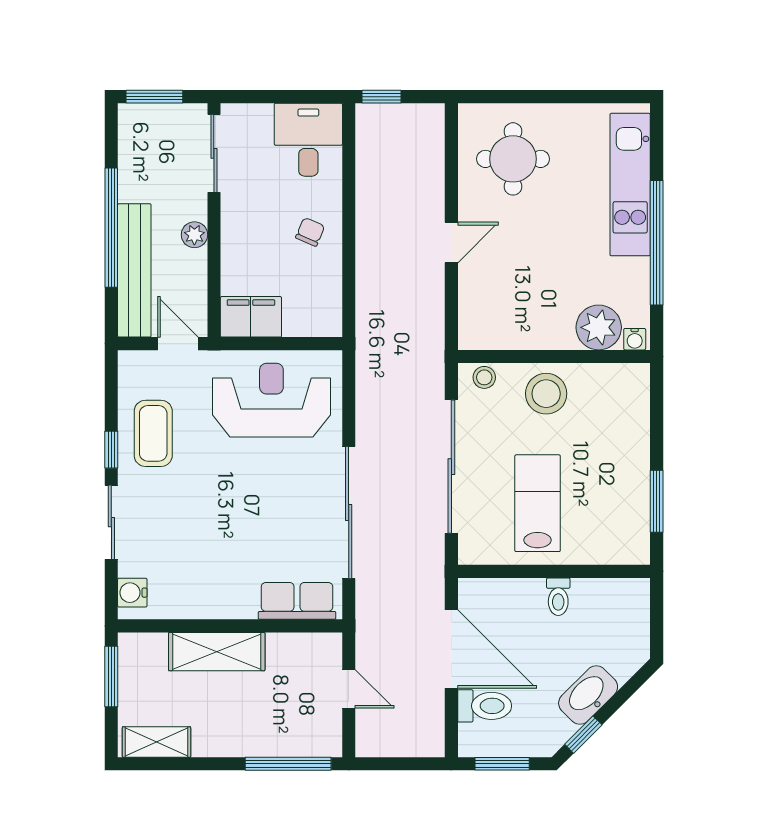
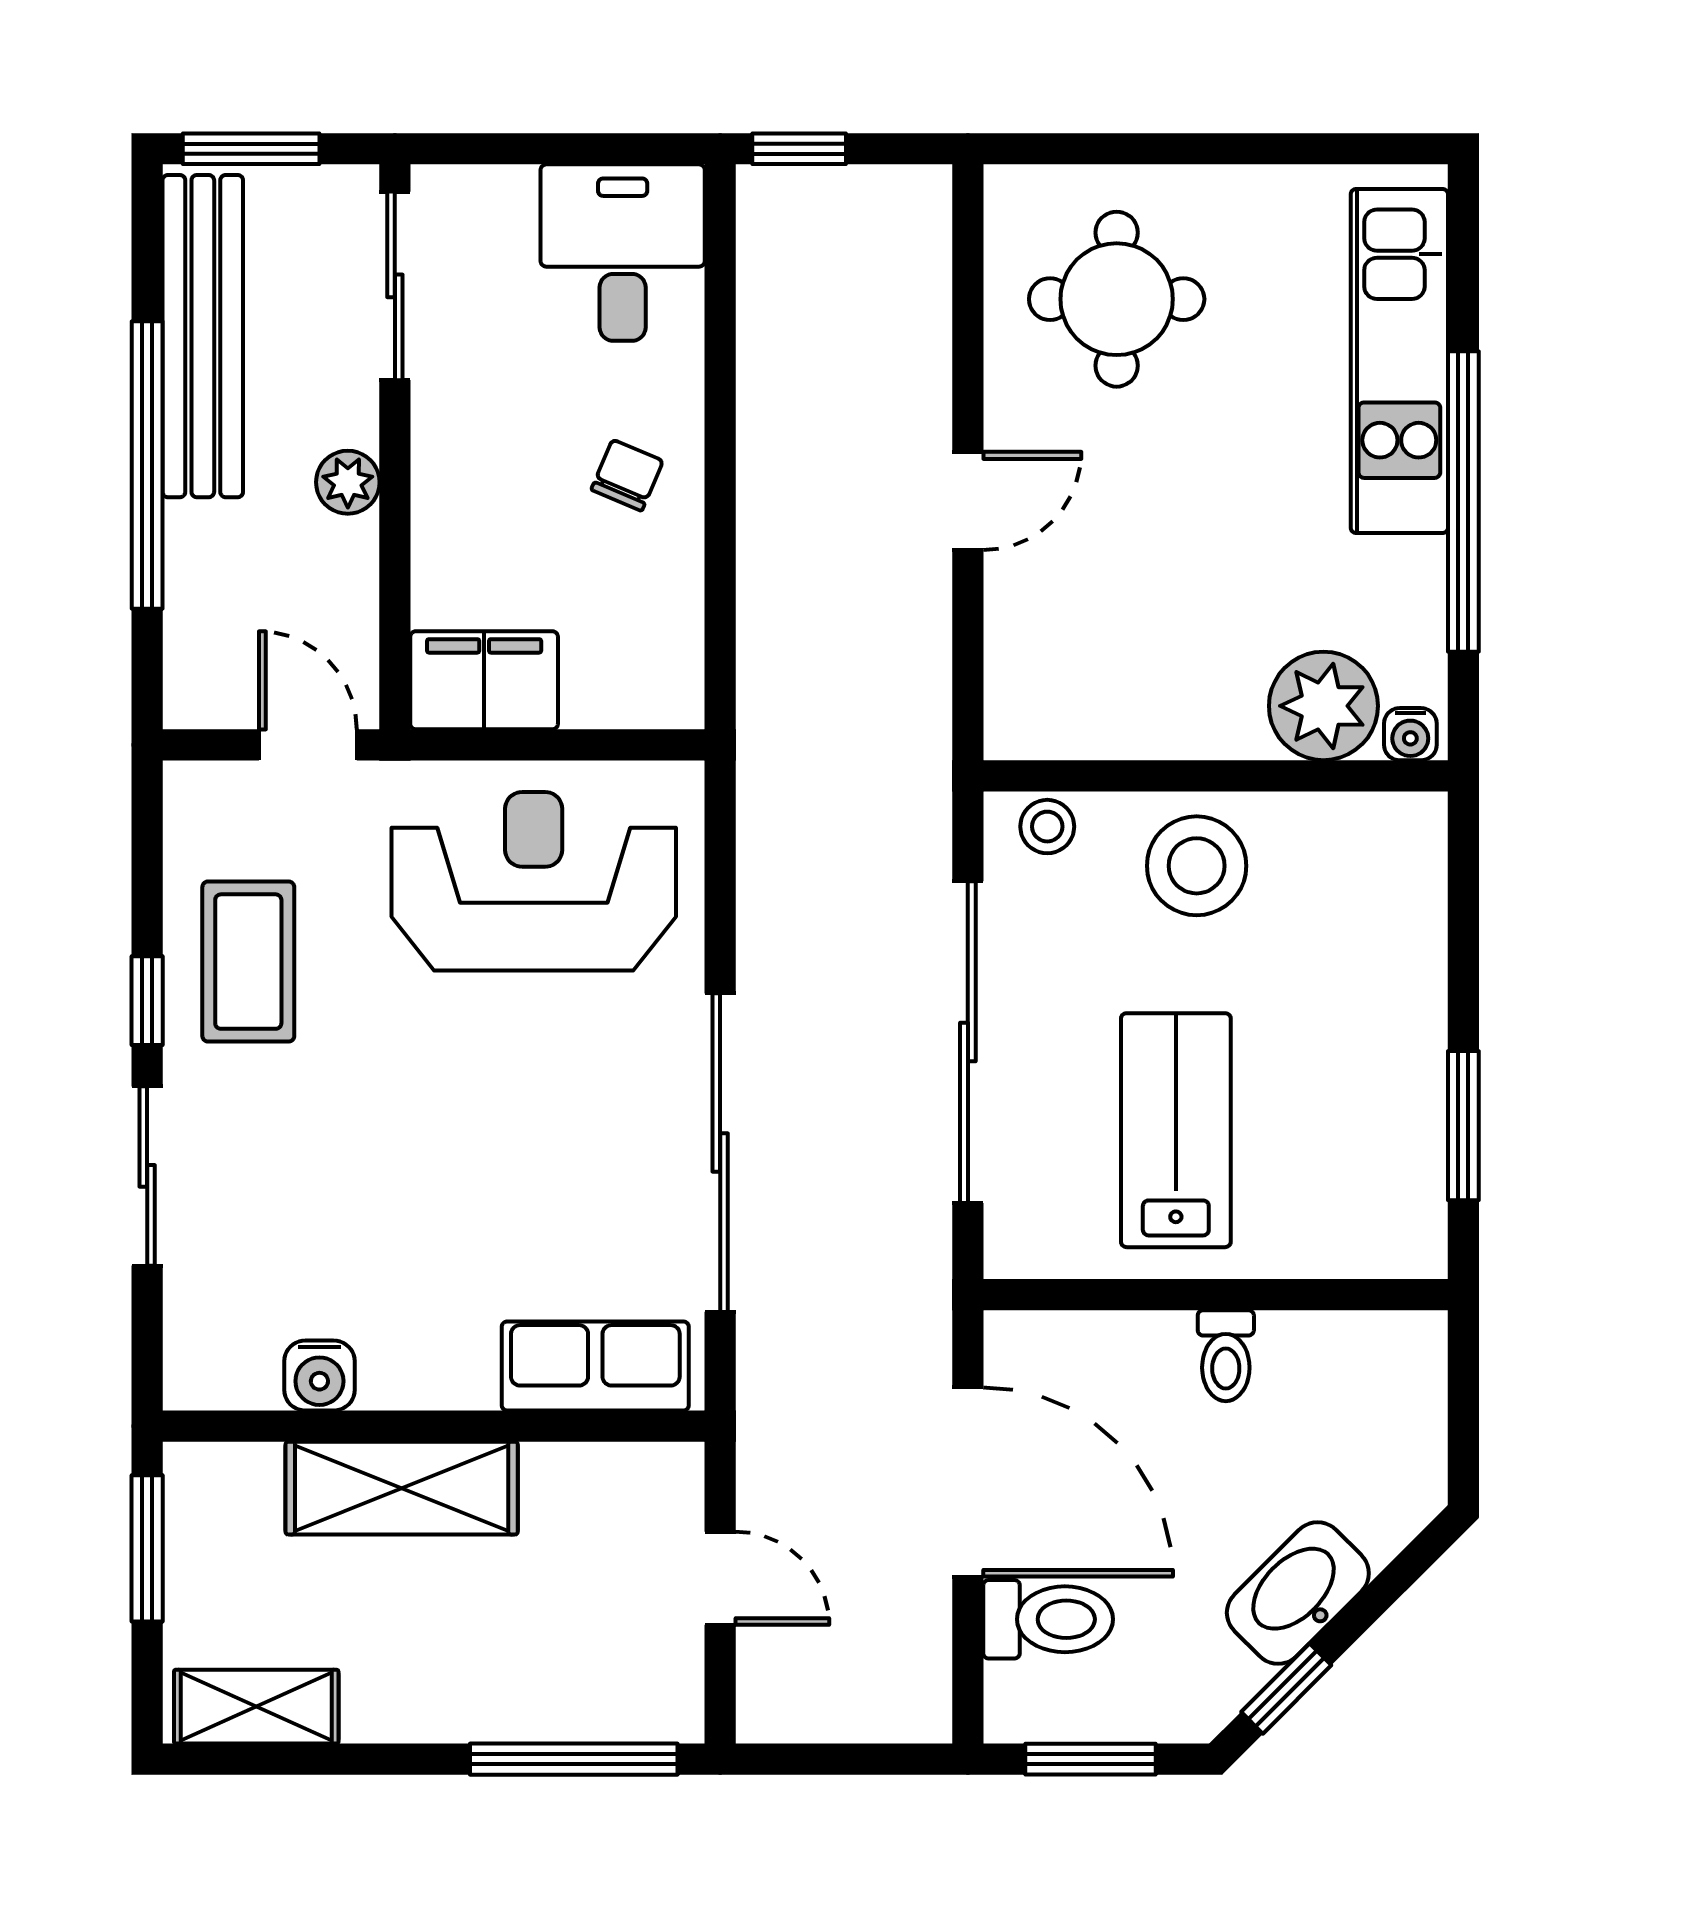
bench: (134, 270) -> (203, 336), moved
water cooler: (132, 593) -> (319, 1376), moved, turned -90

